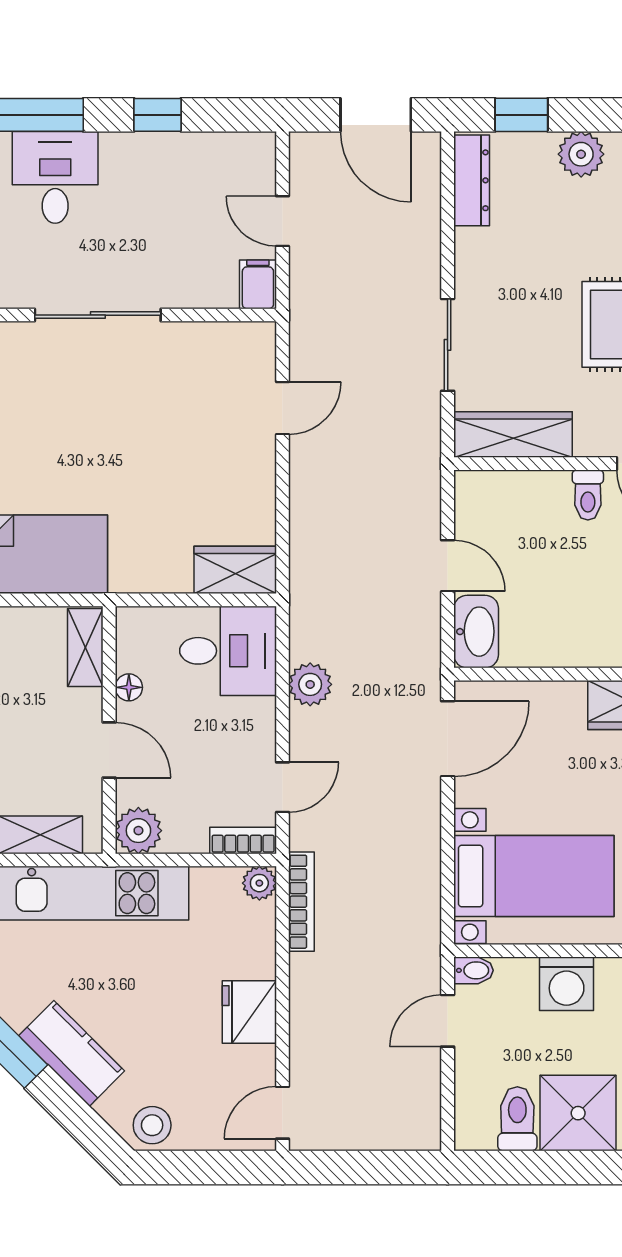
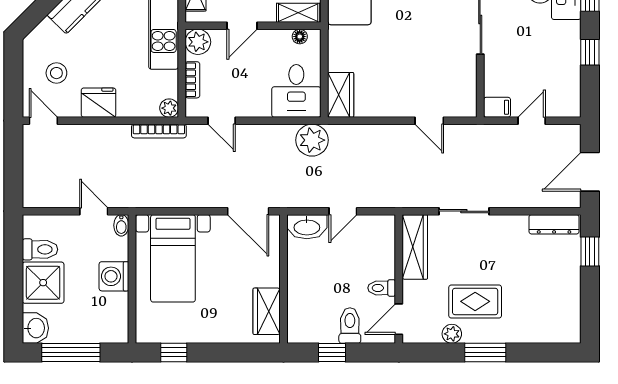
plant: (581, 154) -> (568, 284), removed
plant: (310, 684) -> (312, 140), moved, width x1.36, depth x1.36
floor lamp: (129, 687) -> (300, 37), moved
bookcase: (243, 840) -> (192, 80), moved
stool: (152, 1125) -> (56, 73), moved

